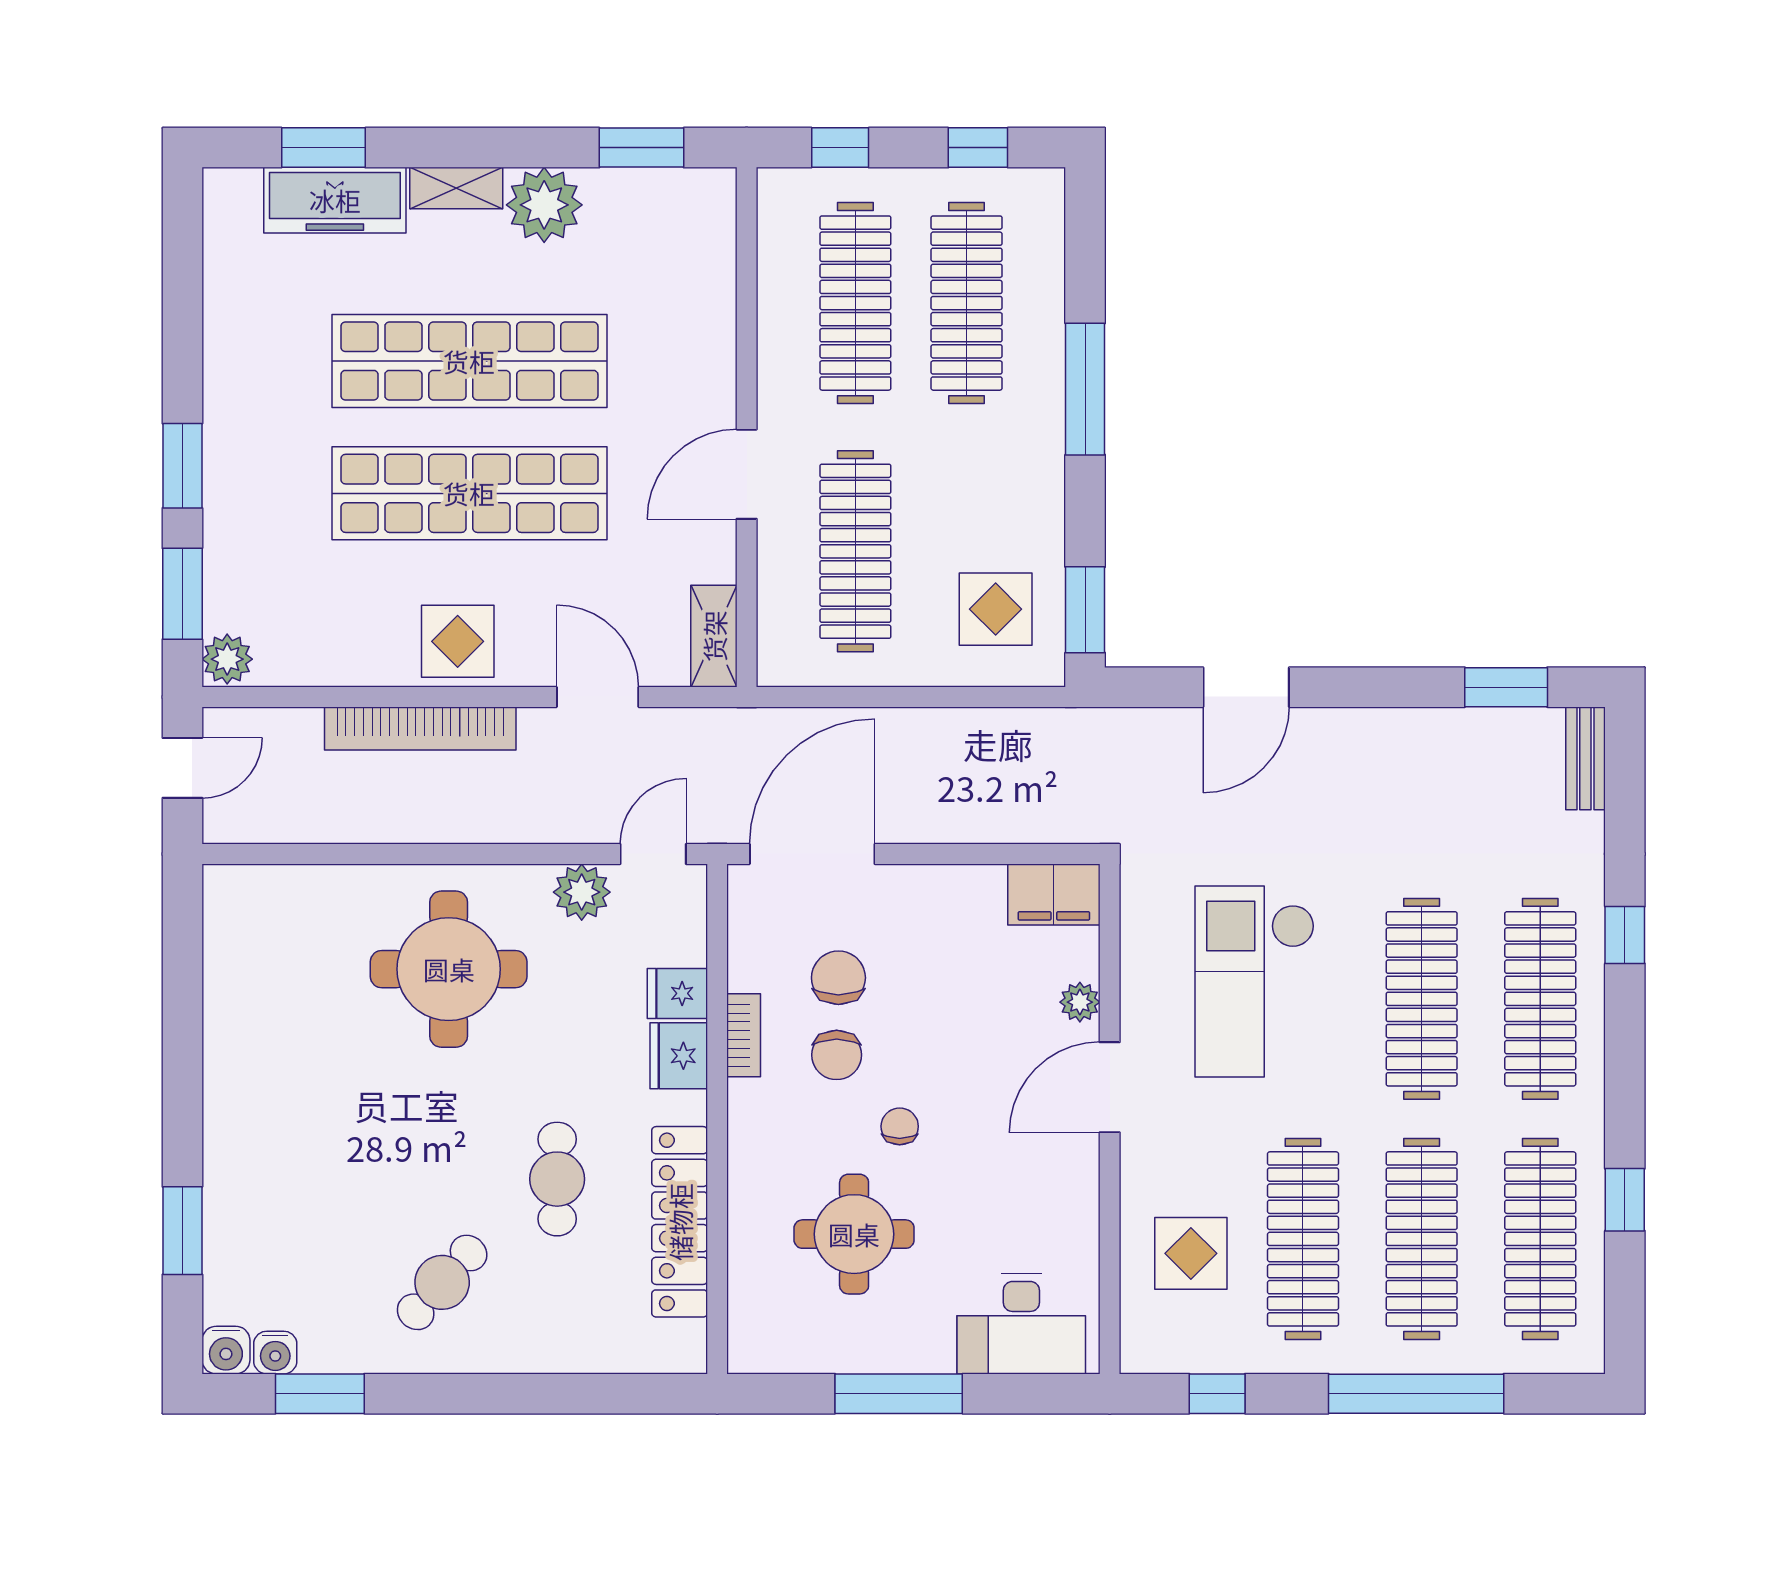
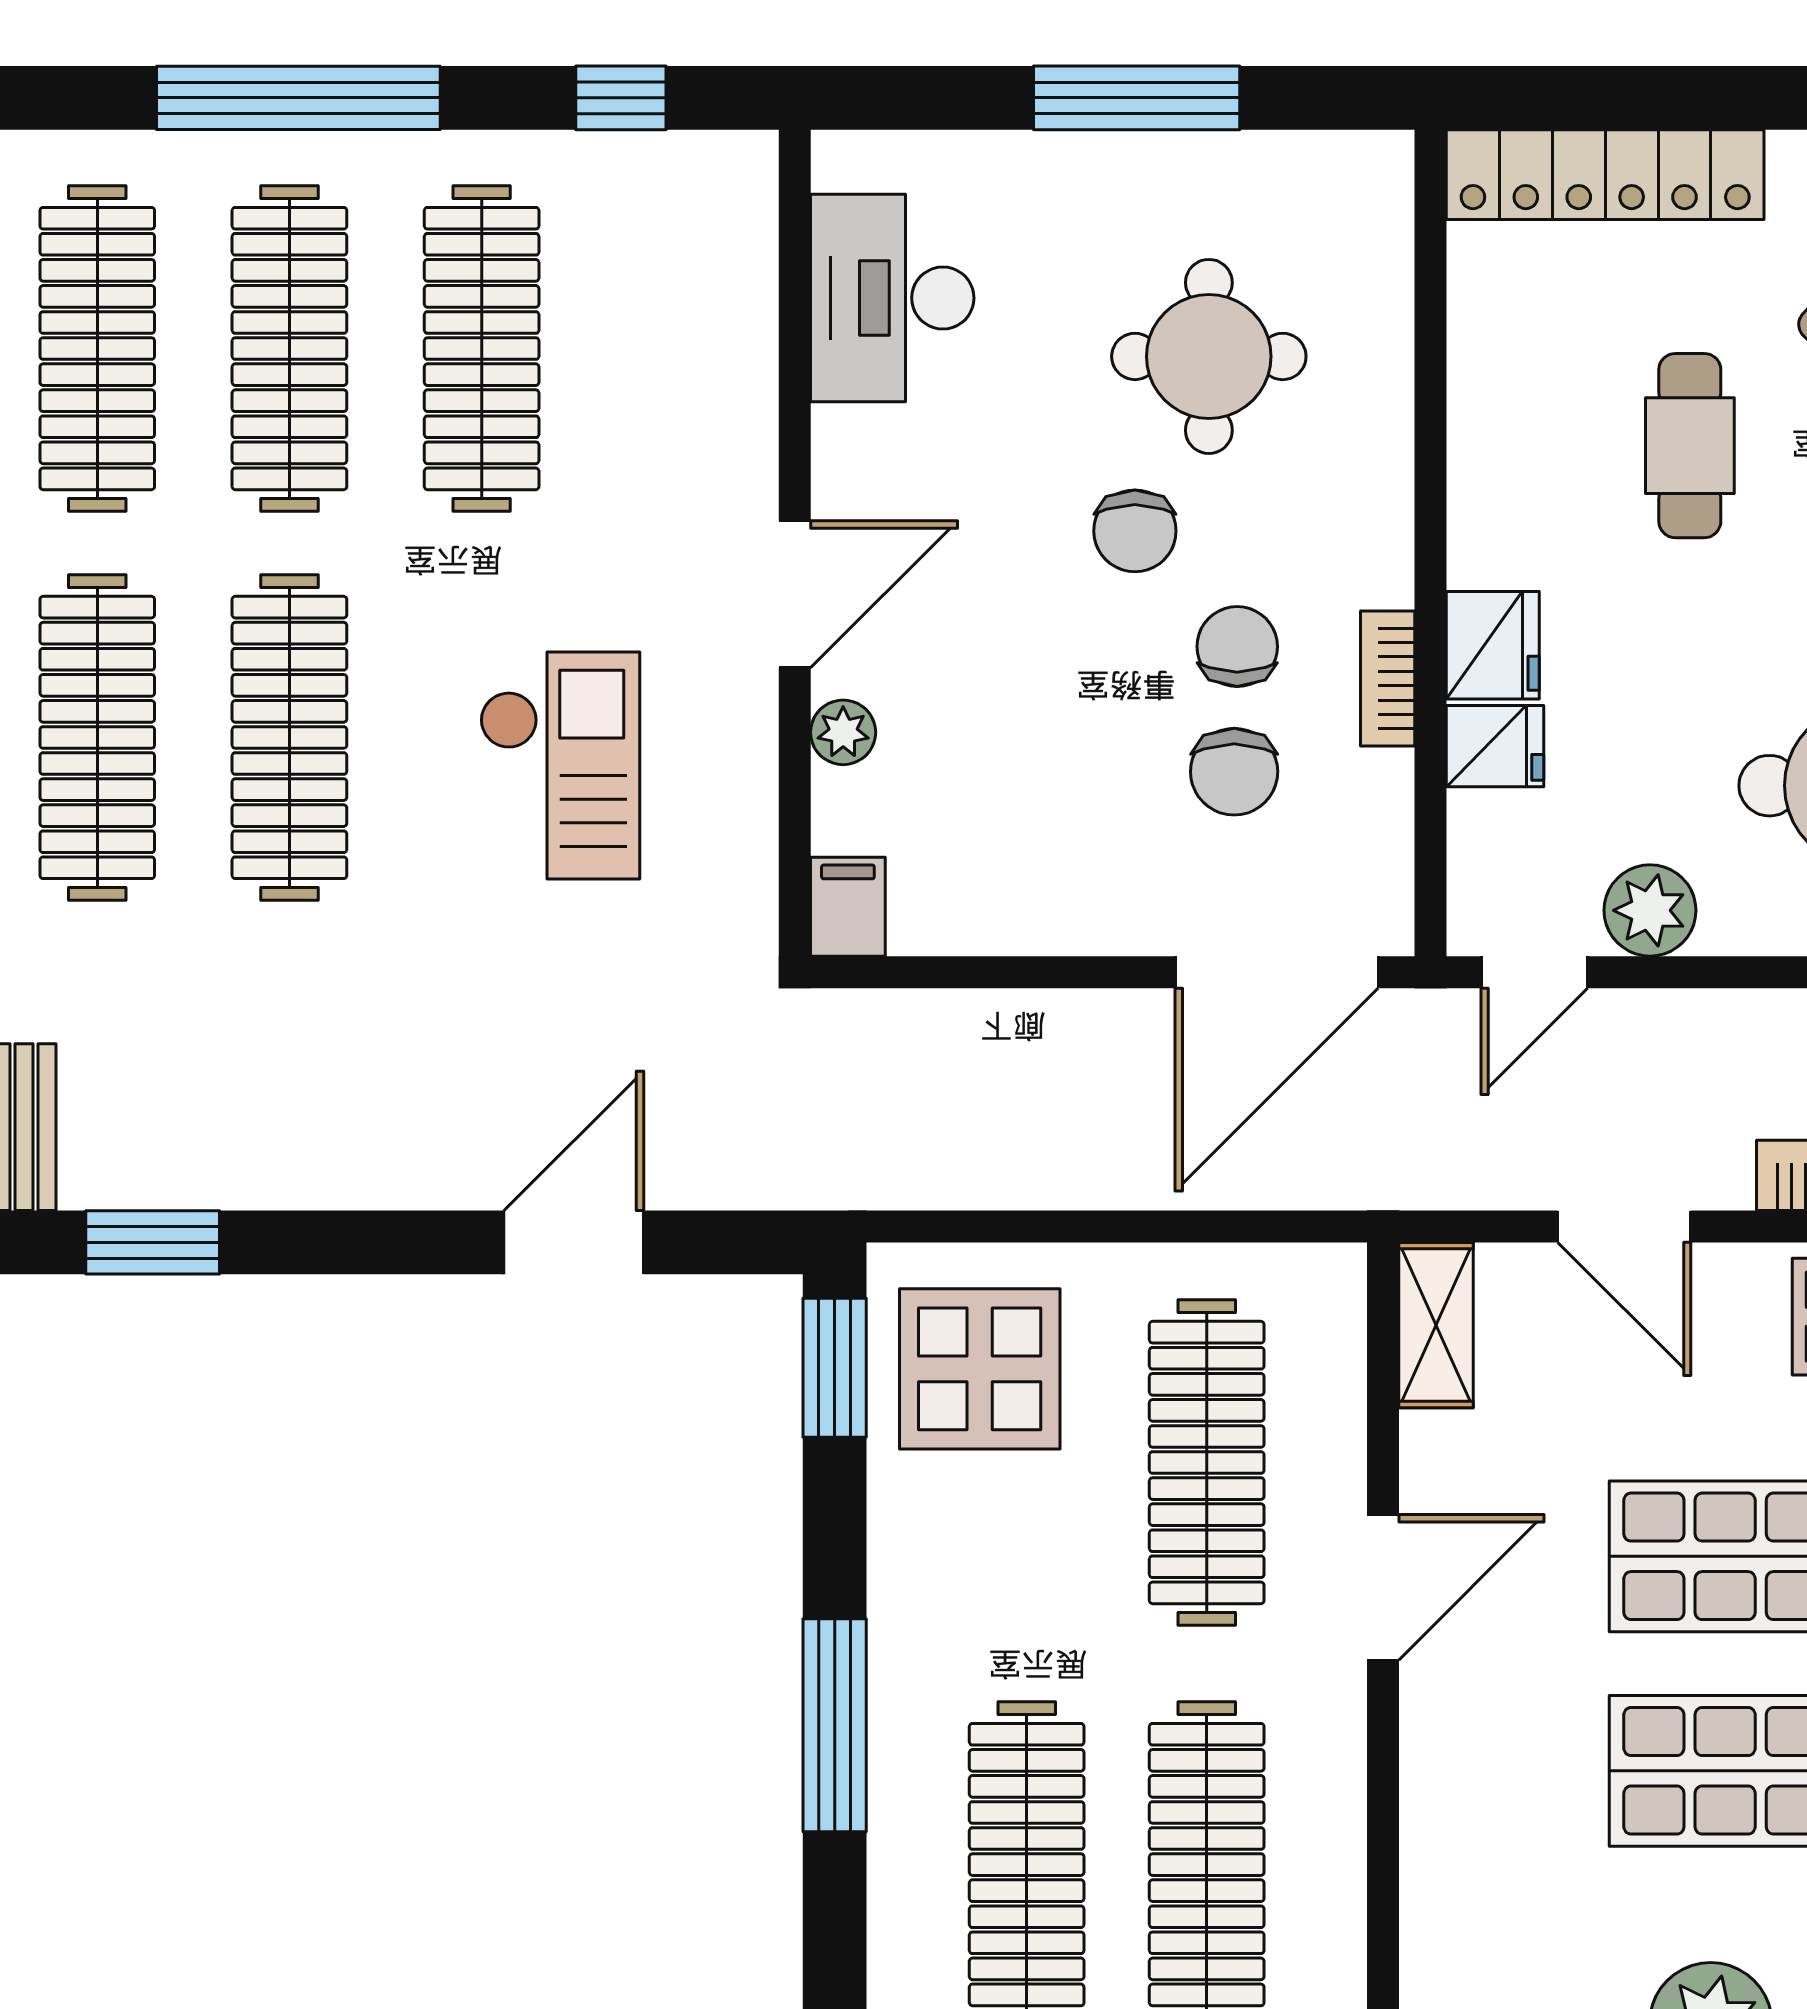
display table: (996, 609) -> (980, 1369), width x1.36, depth x1.36
filing cabinet: (1054, 894) -> (848, 907), width x0.50
checkout: (1255, 982) -> (560, 765), width x0.73, depth x0.83
chair: (900, 1126) -> (1135, 531), width x1.37, depth x1.37
locker: (680, 1222) -> (1605, 175), moved, turned 90
display table: (1191, 1253) -> (663, 325), removed
desk: (1021, 1324) -> (892, 298), moved, turned -90

